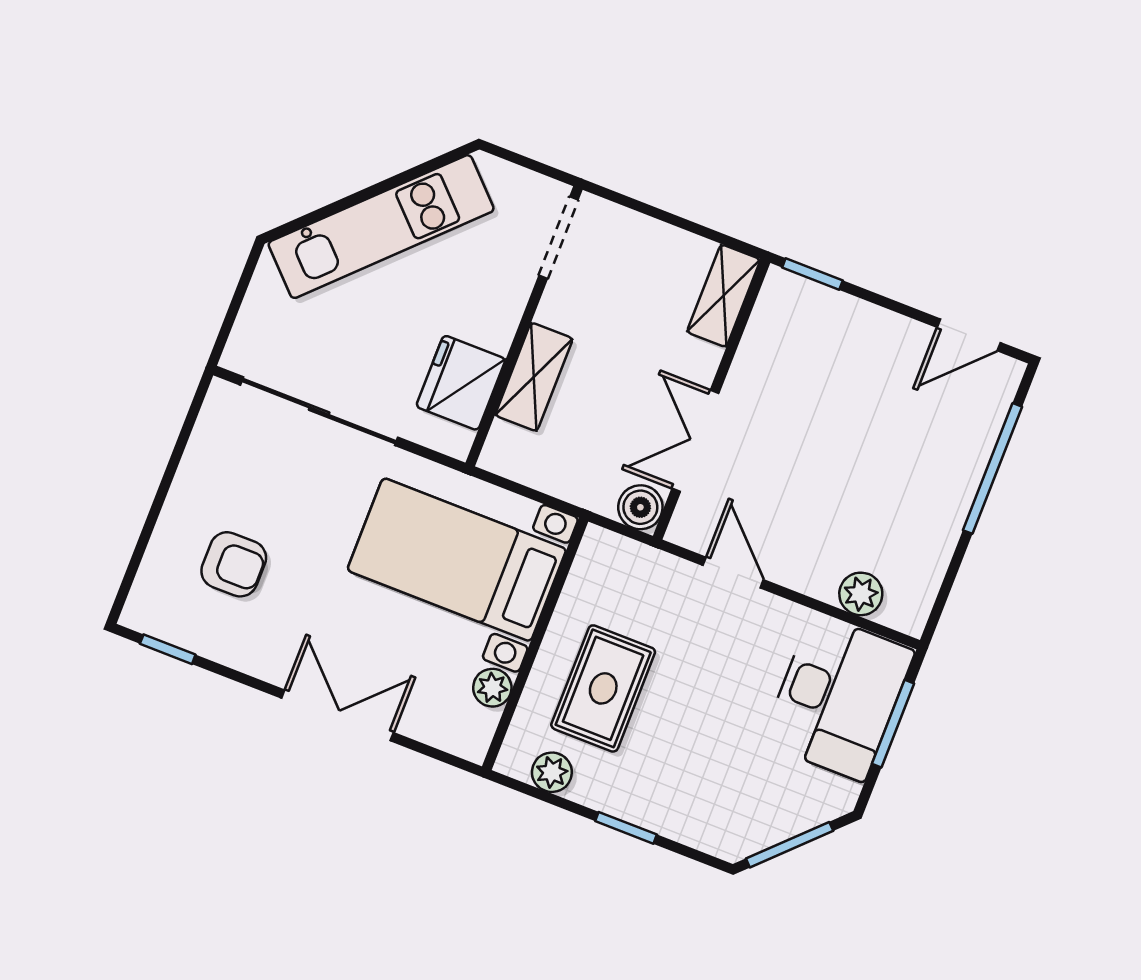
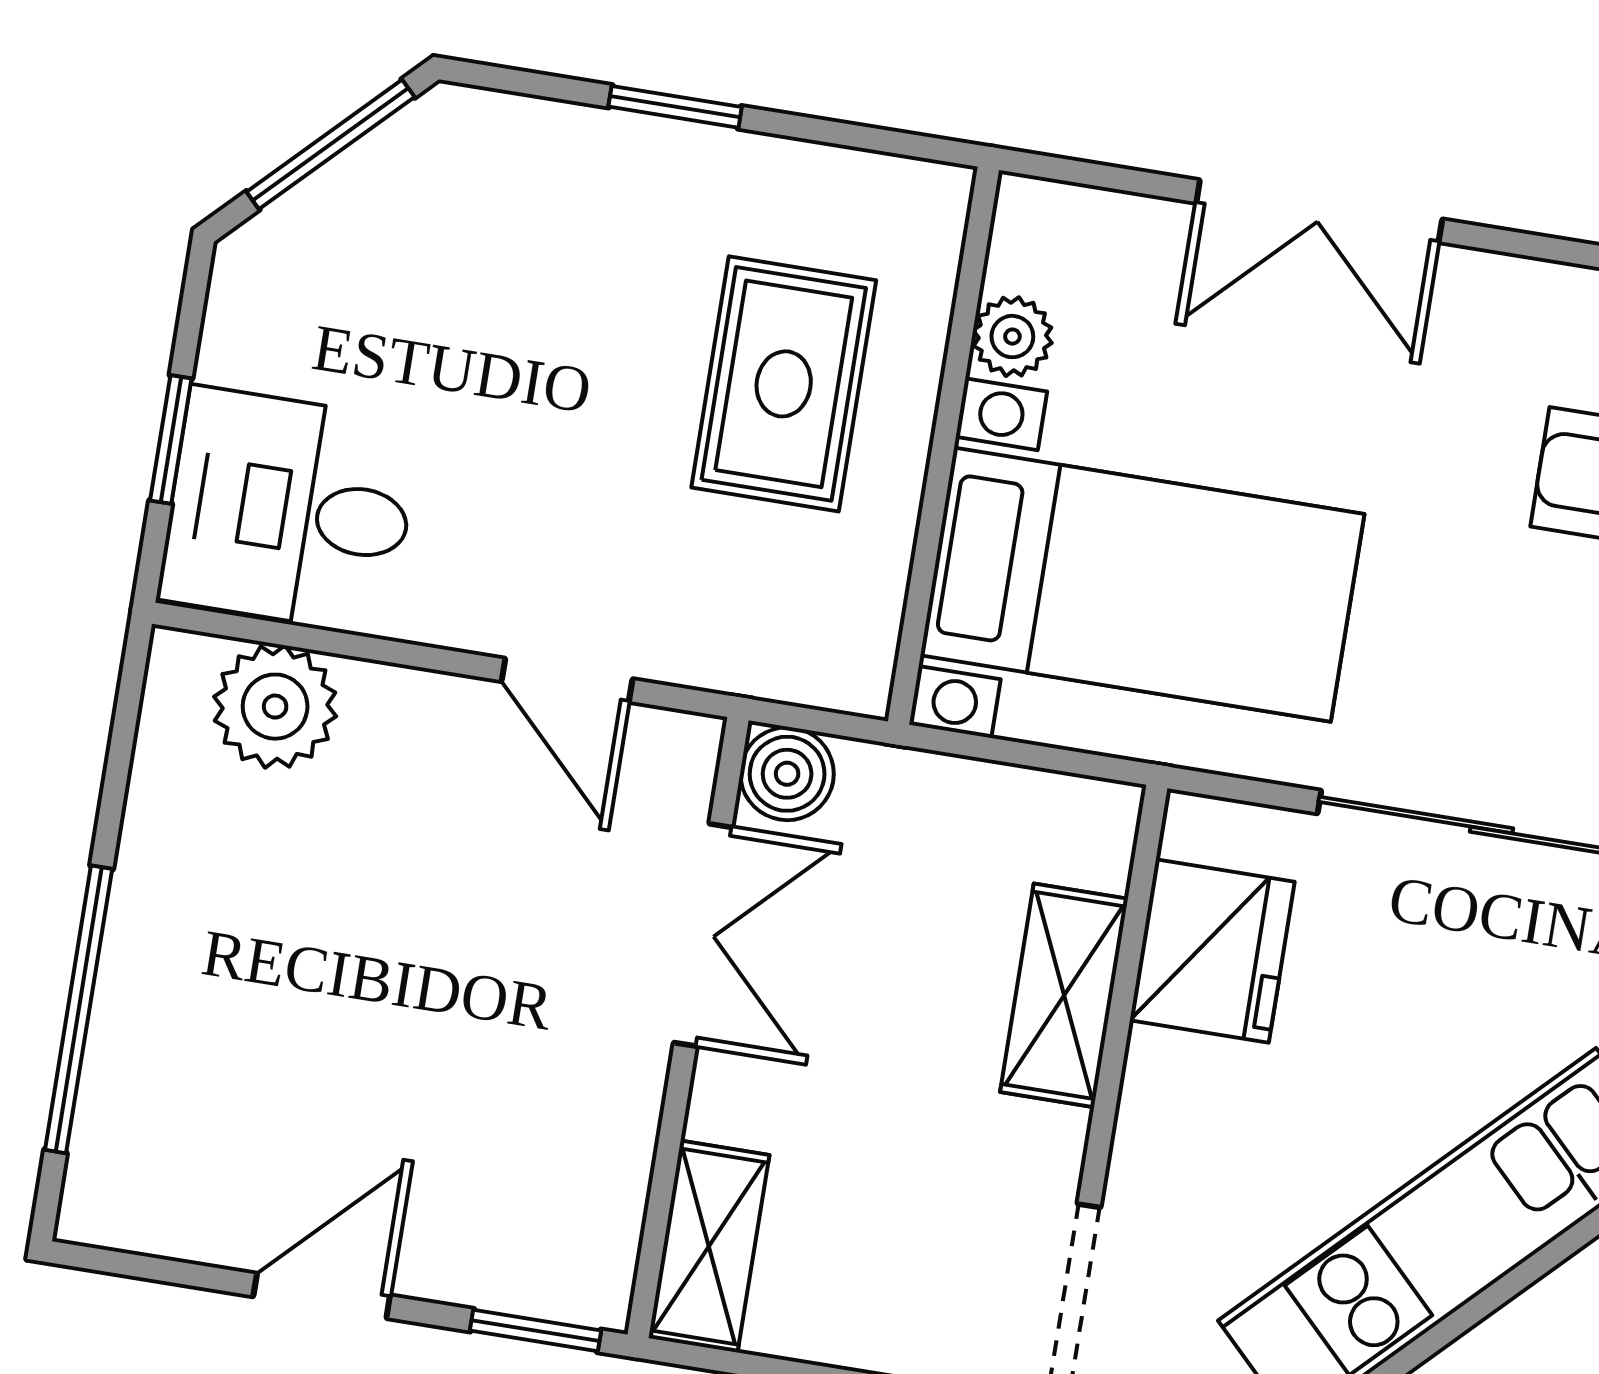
door: (969, 335) -> (322, 1296), moved
plant: (861, 594) -> (275, 707), width x1.38, depth x1.38
desk: (838, 697) -> (289, 510), width x0.73
window: (893, 724) -> (171, 440), width x0.67
plant: (552, 772) -> (852, 189), removed

